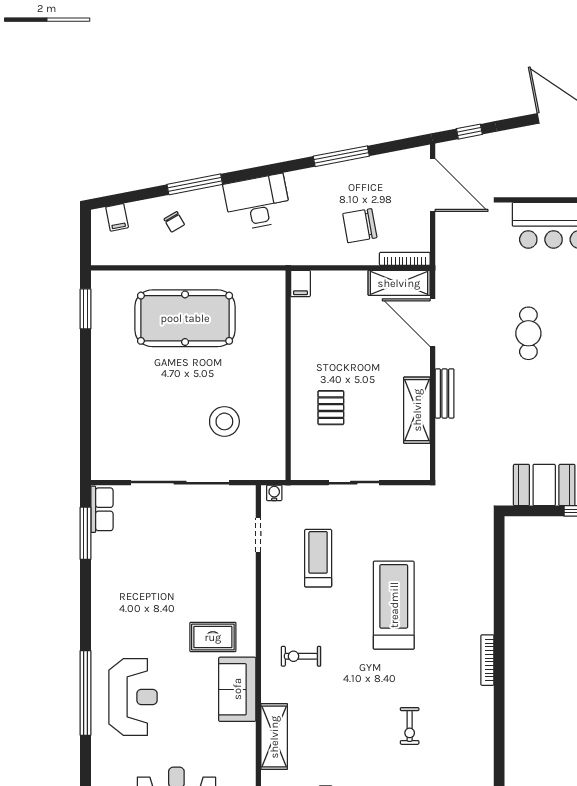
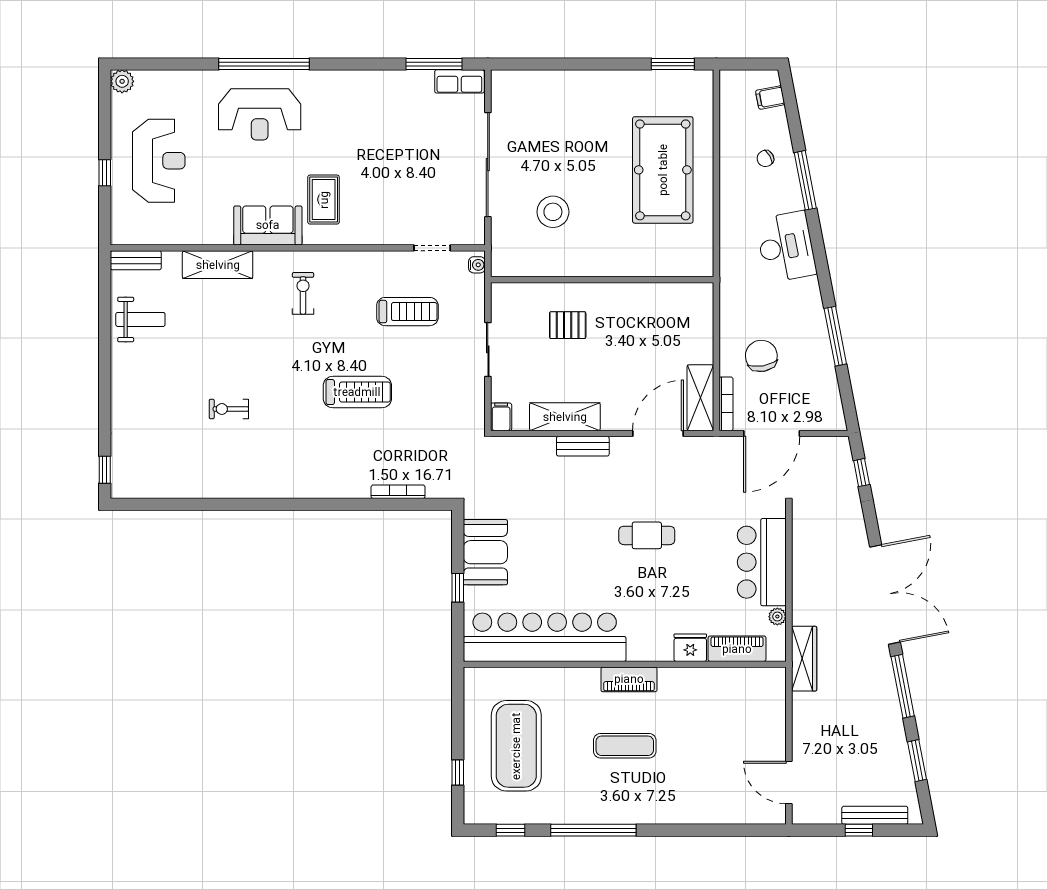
door: (433, 185) -> (772, 433), moved
filing cabinet: (300, 284) -> (501, 417), moved, turned 90
treadmill: (394, 605) -> (357, 392), width x0.73, depth x0.73
bookcase: (487, 660) -> (398, 492), moved

